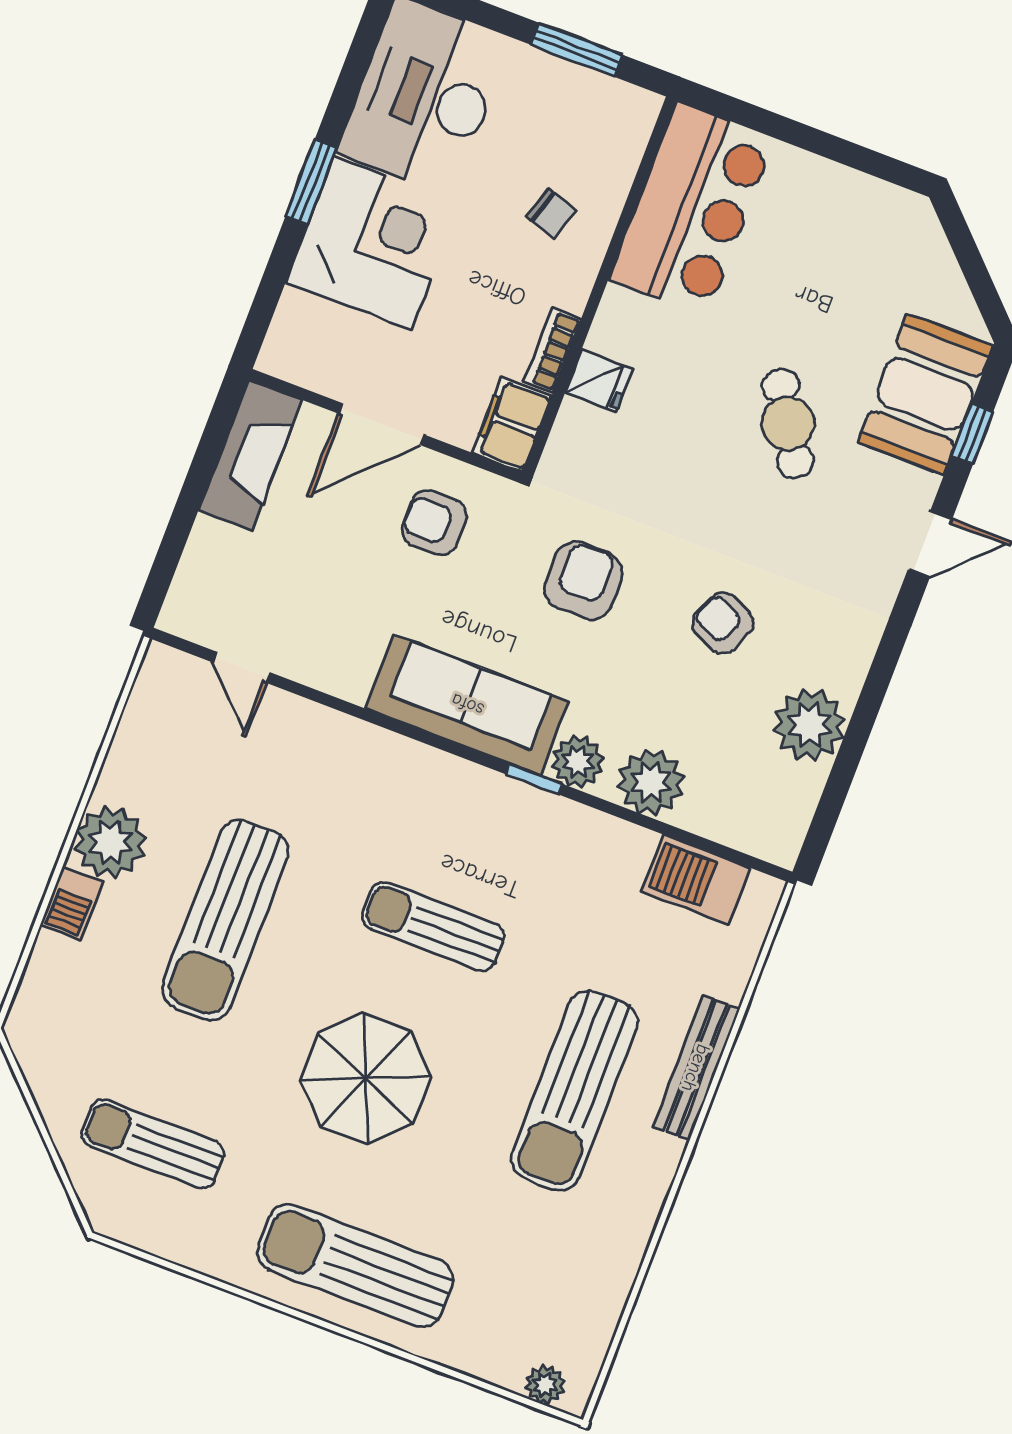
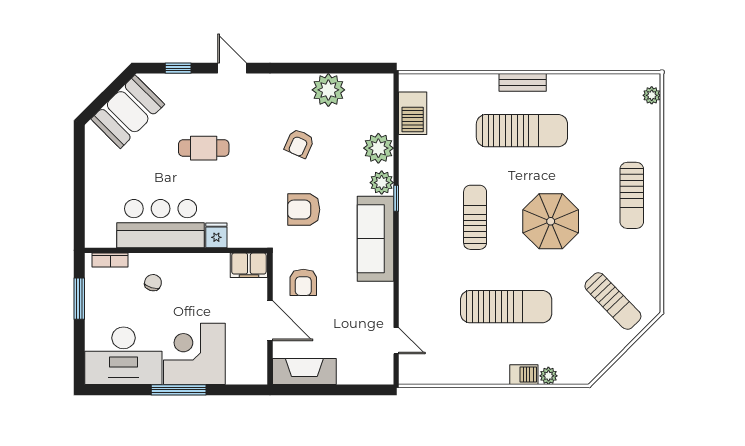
window: (311, 182) -> (179, 390), width x1.44
bar counter: (692, 209) -> (161, 224), moved
bookcase: (552, 350) -> (110, 260), moved
booth: (925, 394) -> (128, 112), moved, turned -45
cafe table: (788, 423) -> (204, 148), turned 32
door: (241, 667) -> (396, 341), hinge flipped
plant: (110, 842) -> (548, 376), moved, width x0.53, depth x0.53
sun lounger: (433, 926) -> (475, 217), turned 180
bench: (696, 1068) -> (523, 82), moved, width x0.73
sun lounger: (153, 1144) -> (613, 301), turned -44
sun lounger: (355, 1265) -> (632, 195), width x0.73, depth x0.75

